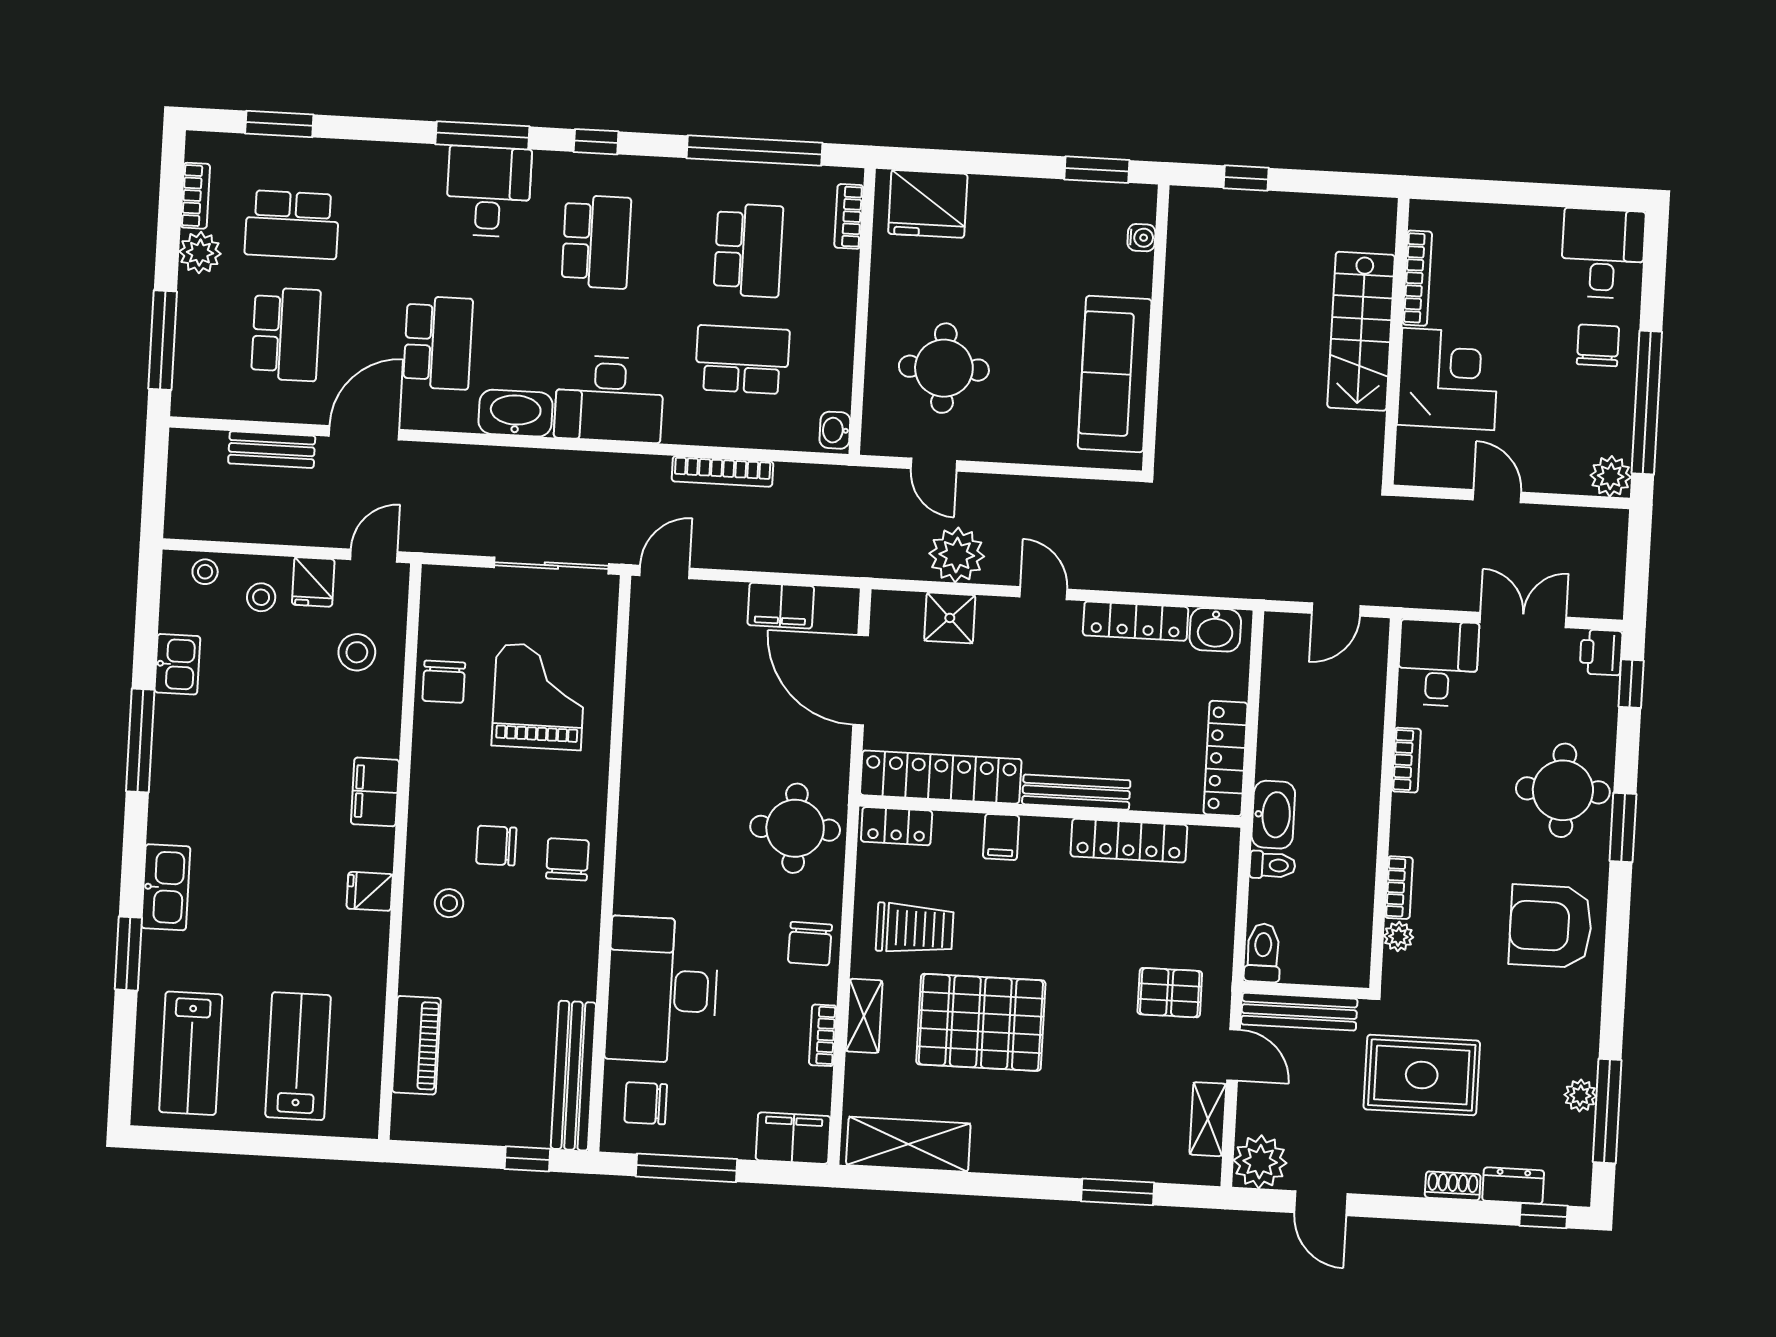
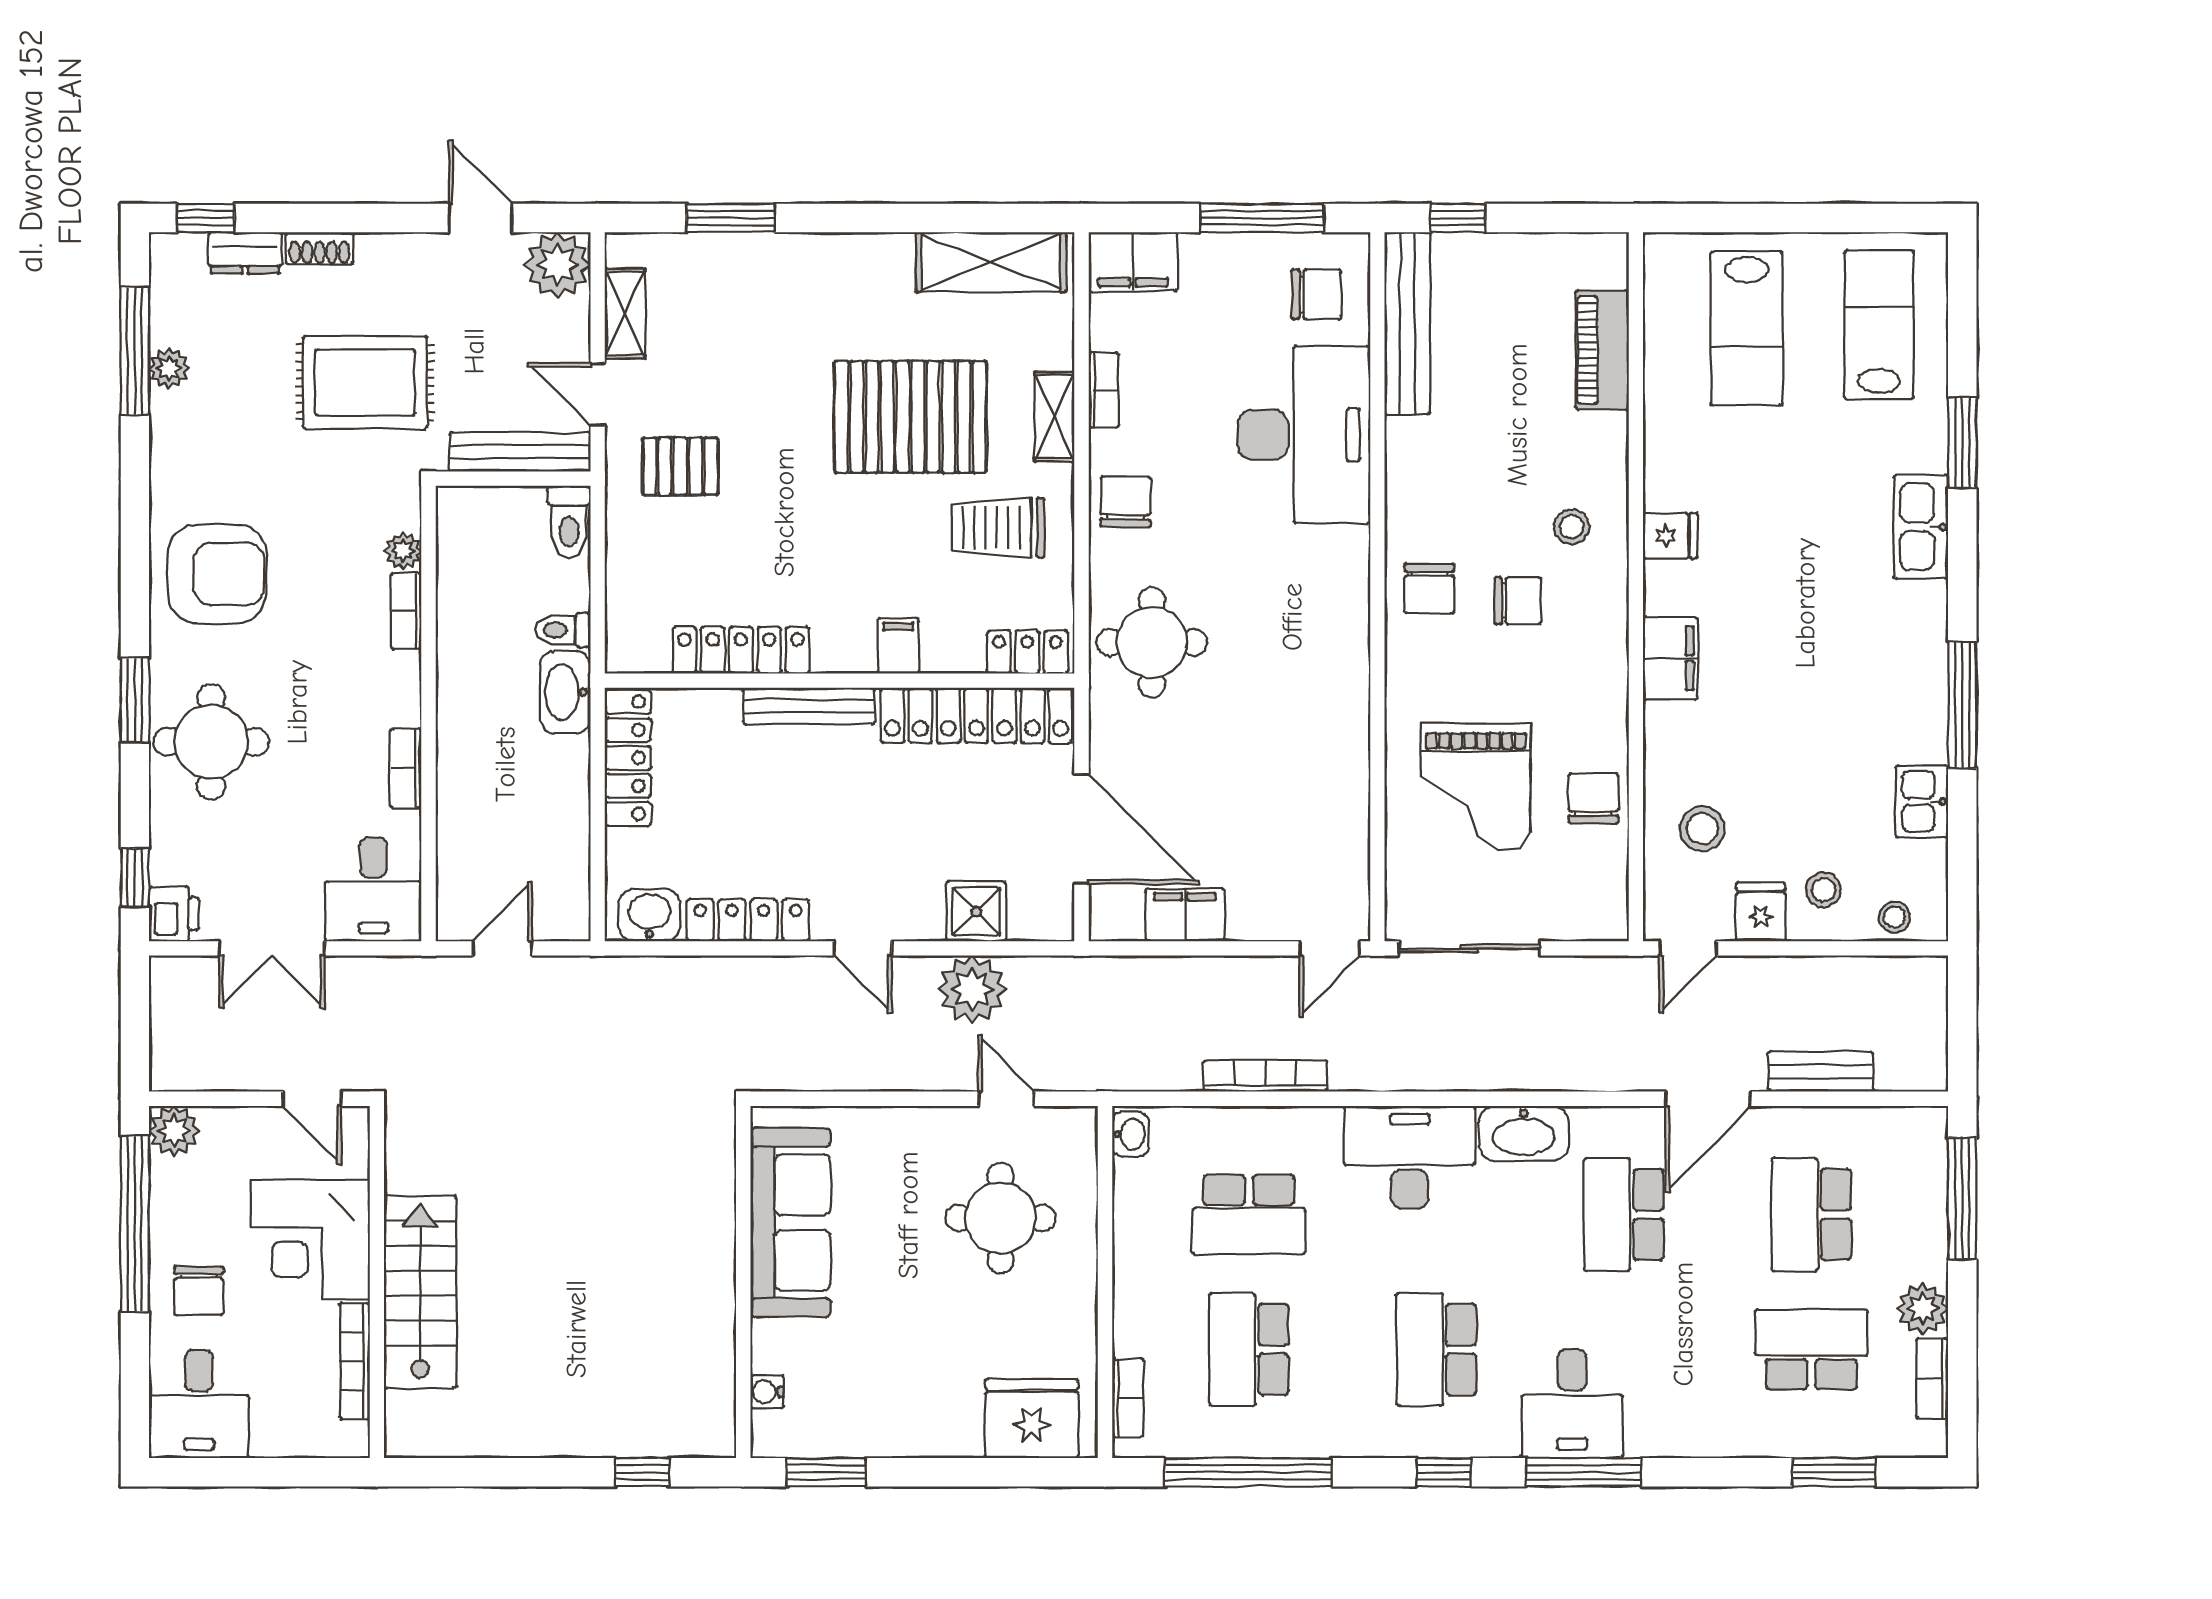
bookcase: (1417, 278) -> (355, 1361), moved
stairs: (1361, 331) -> (420, 1292), moved
wall: (1396, 341) -> (377, 1282), moved
corner desk: (1448, 379) -> (310, 1239), moved

